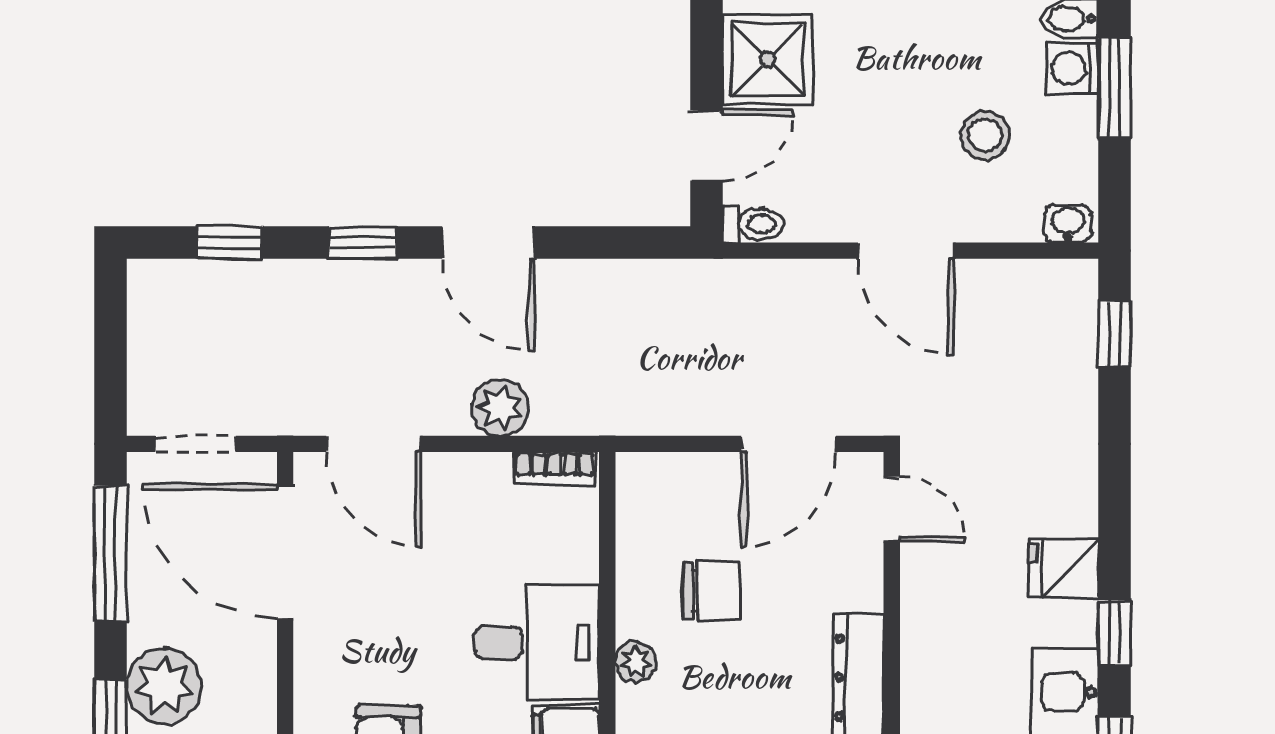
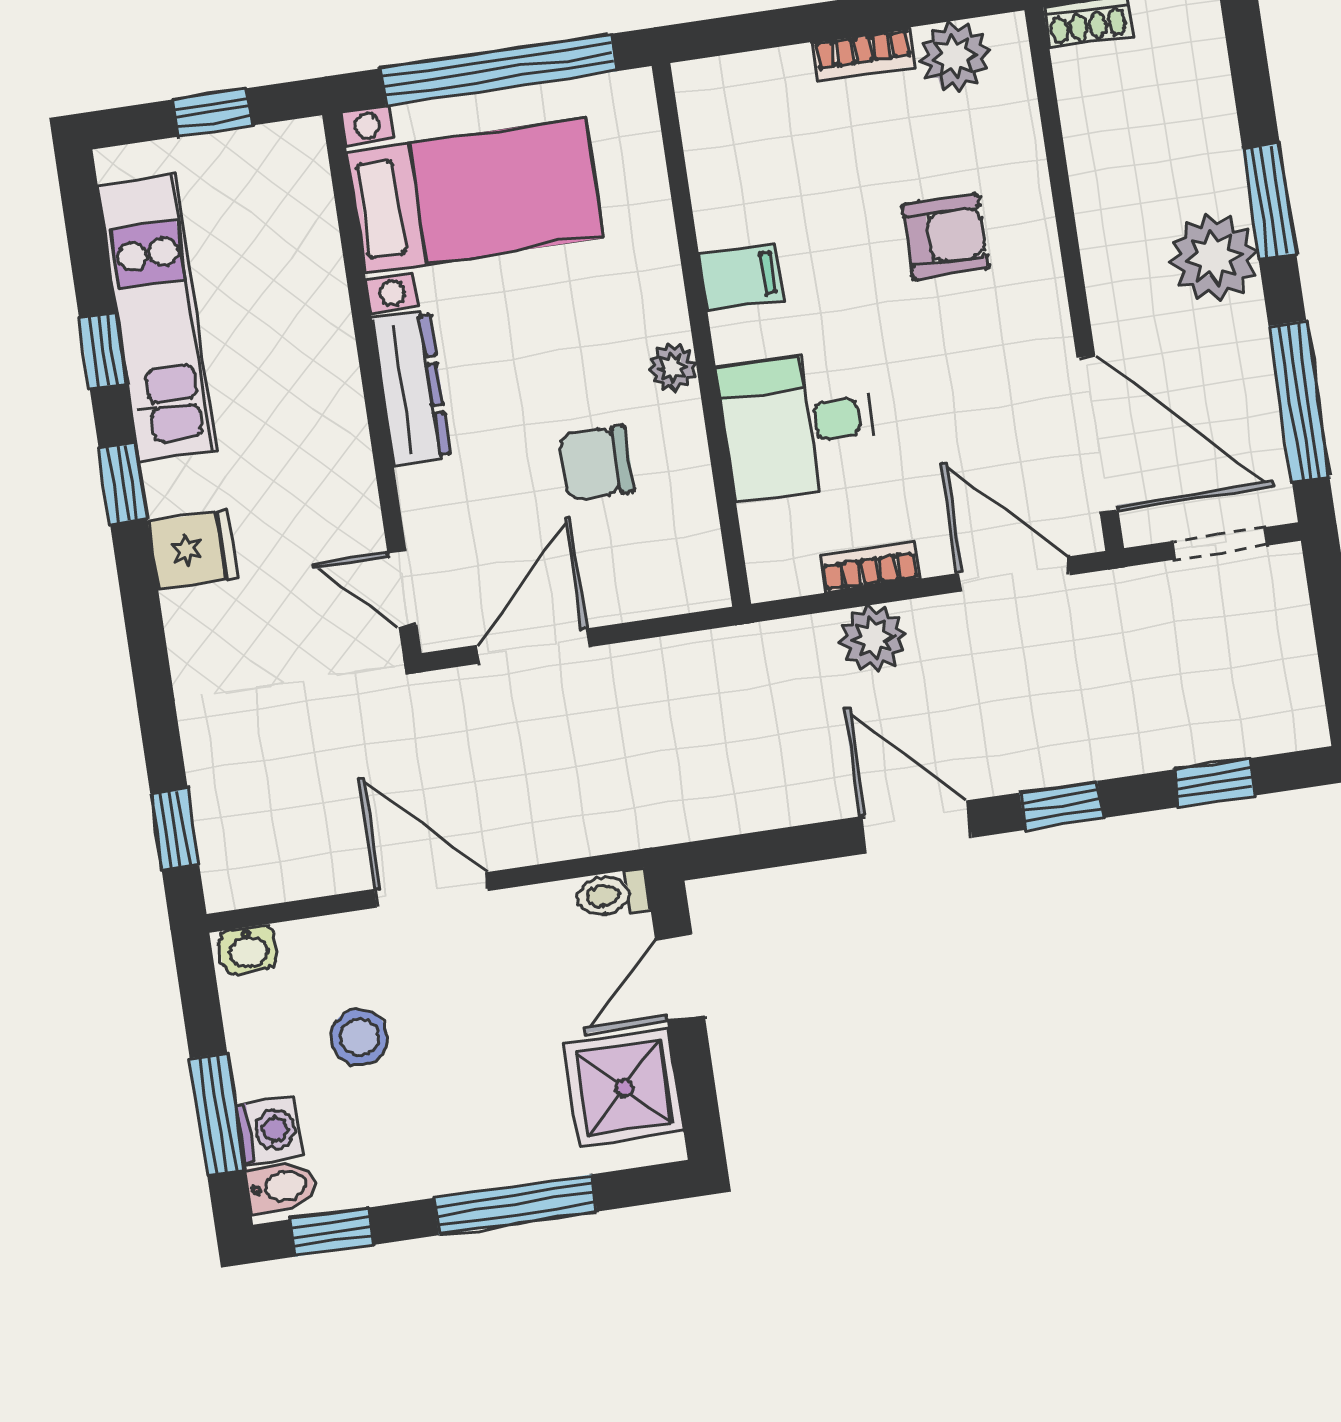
bookcase: (555, 468) -> (869, 567), moved
desk: (537, 642) -> (798, 425), moved

